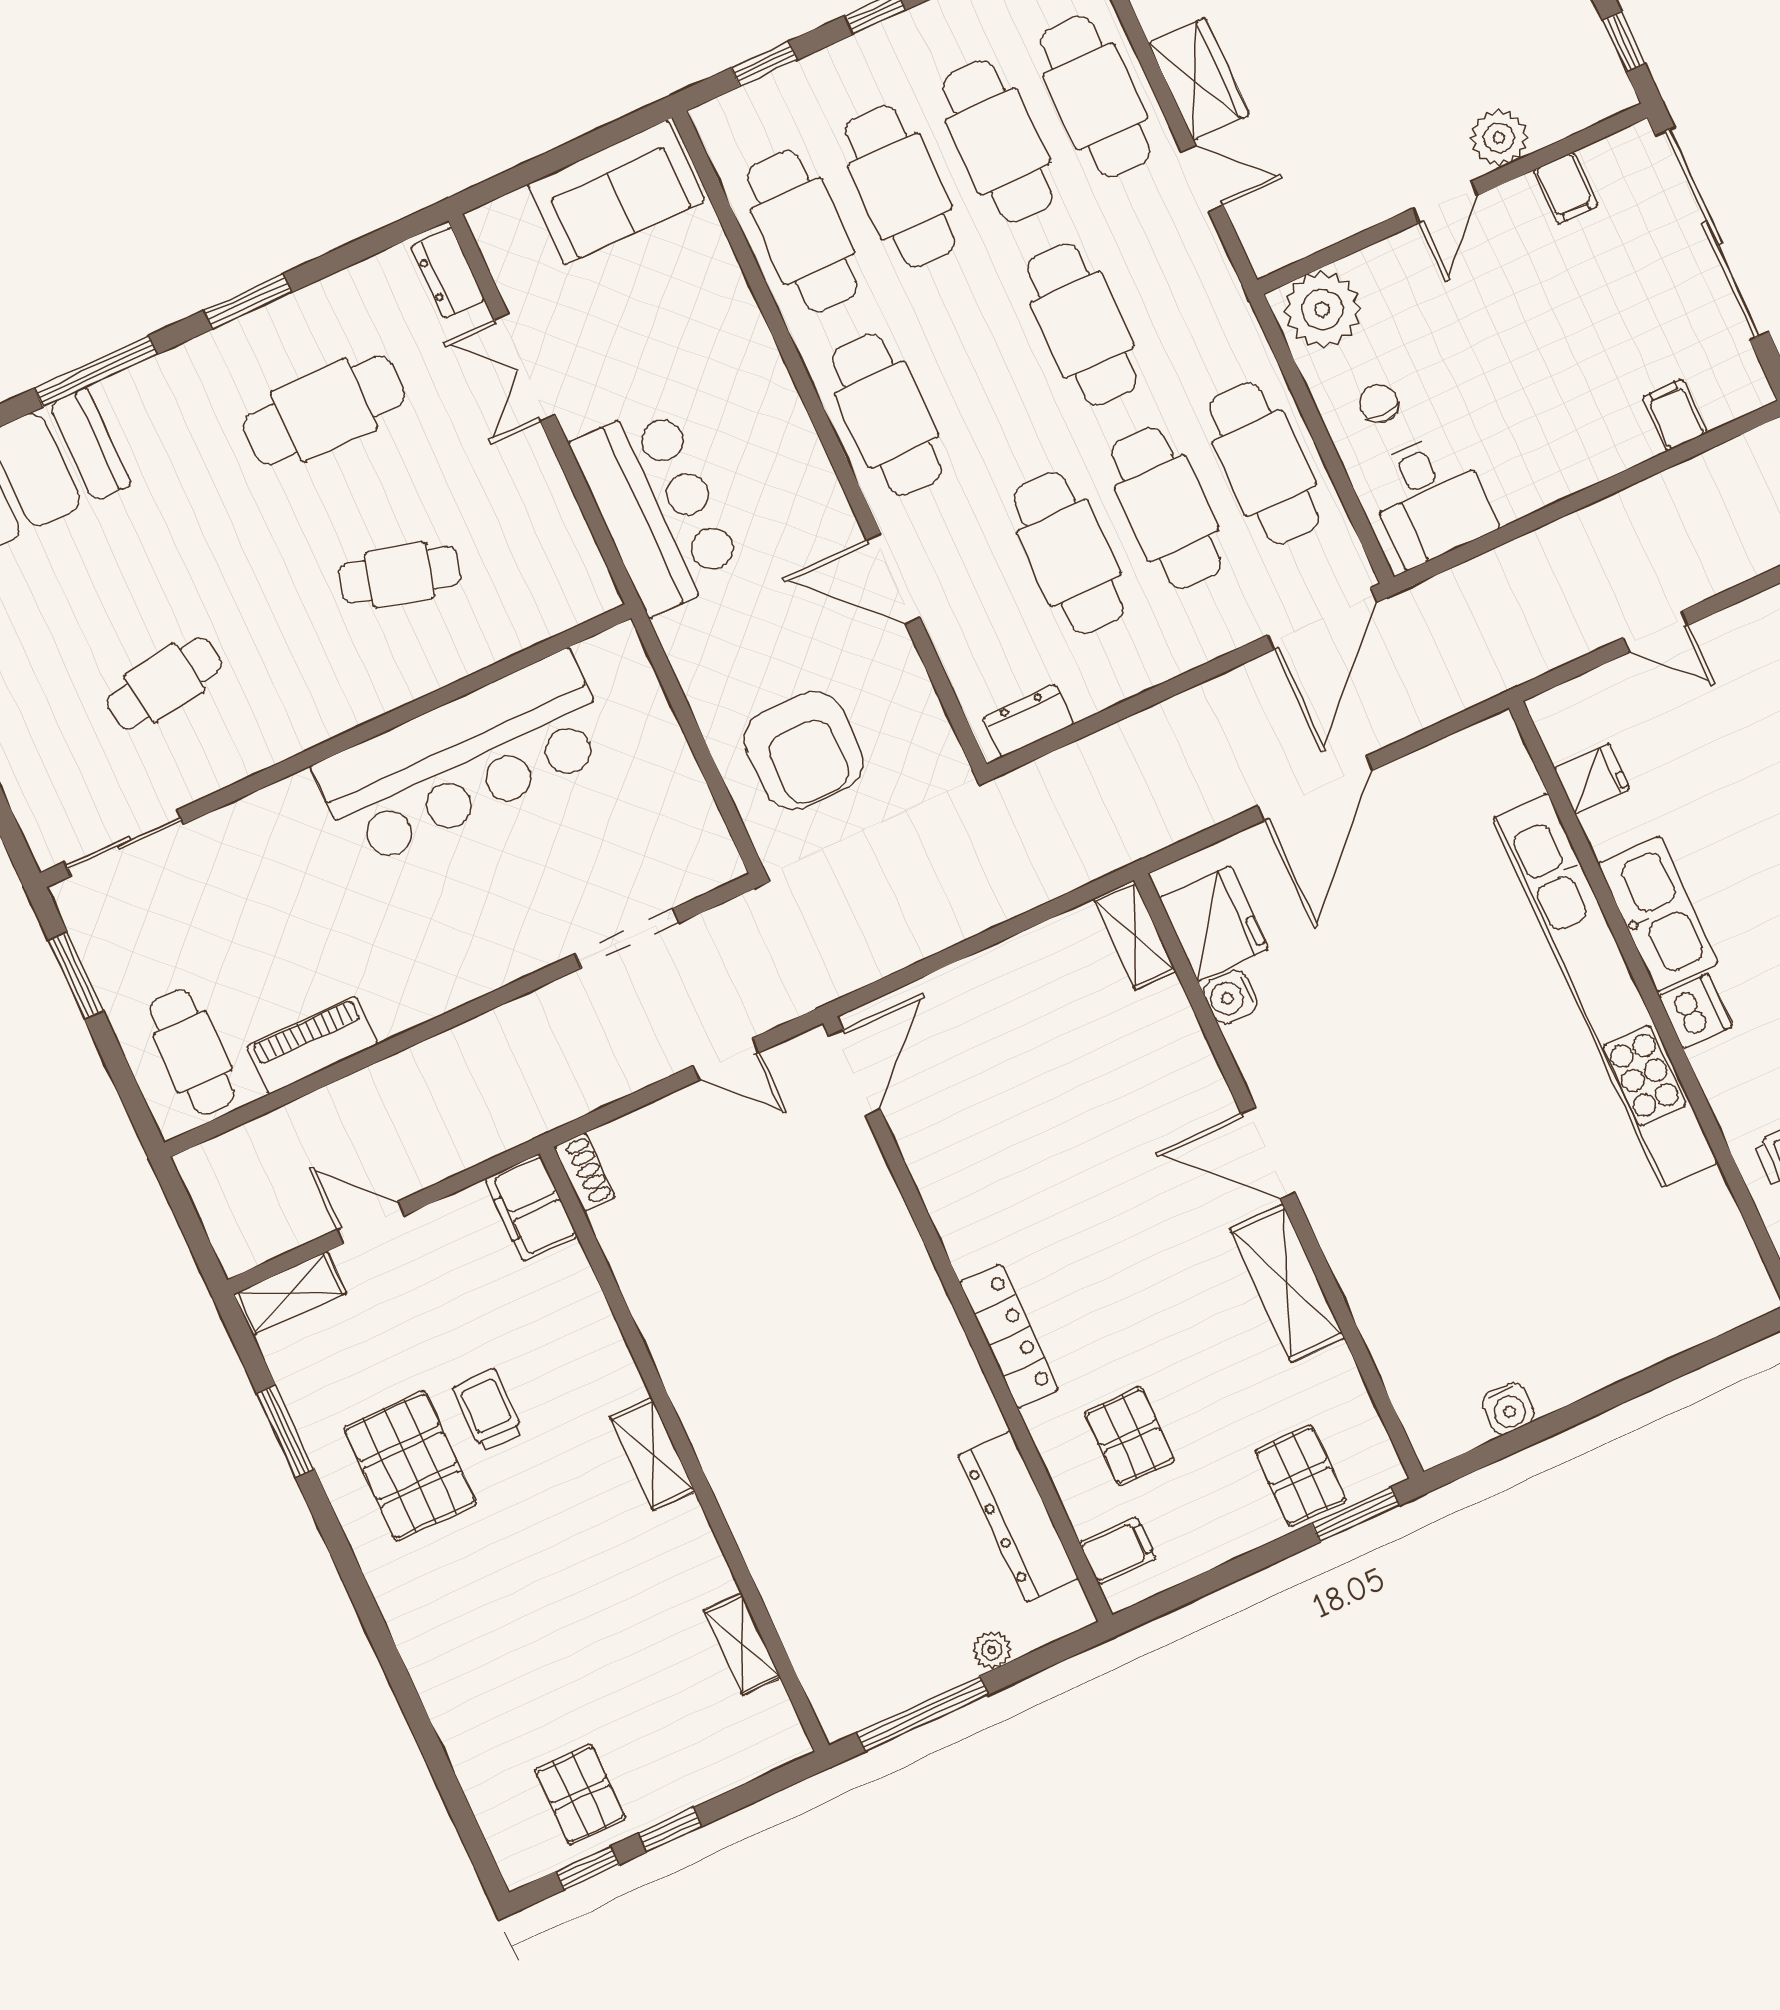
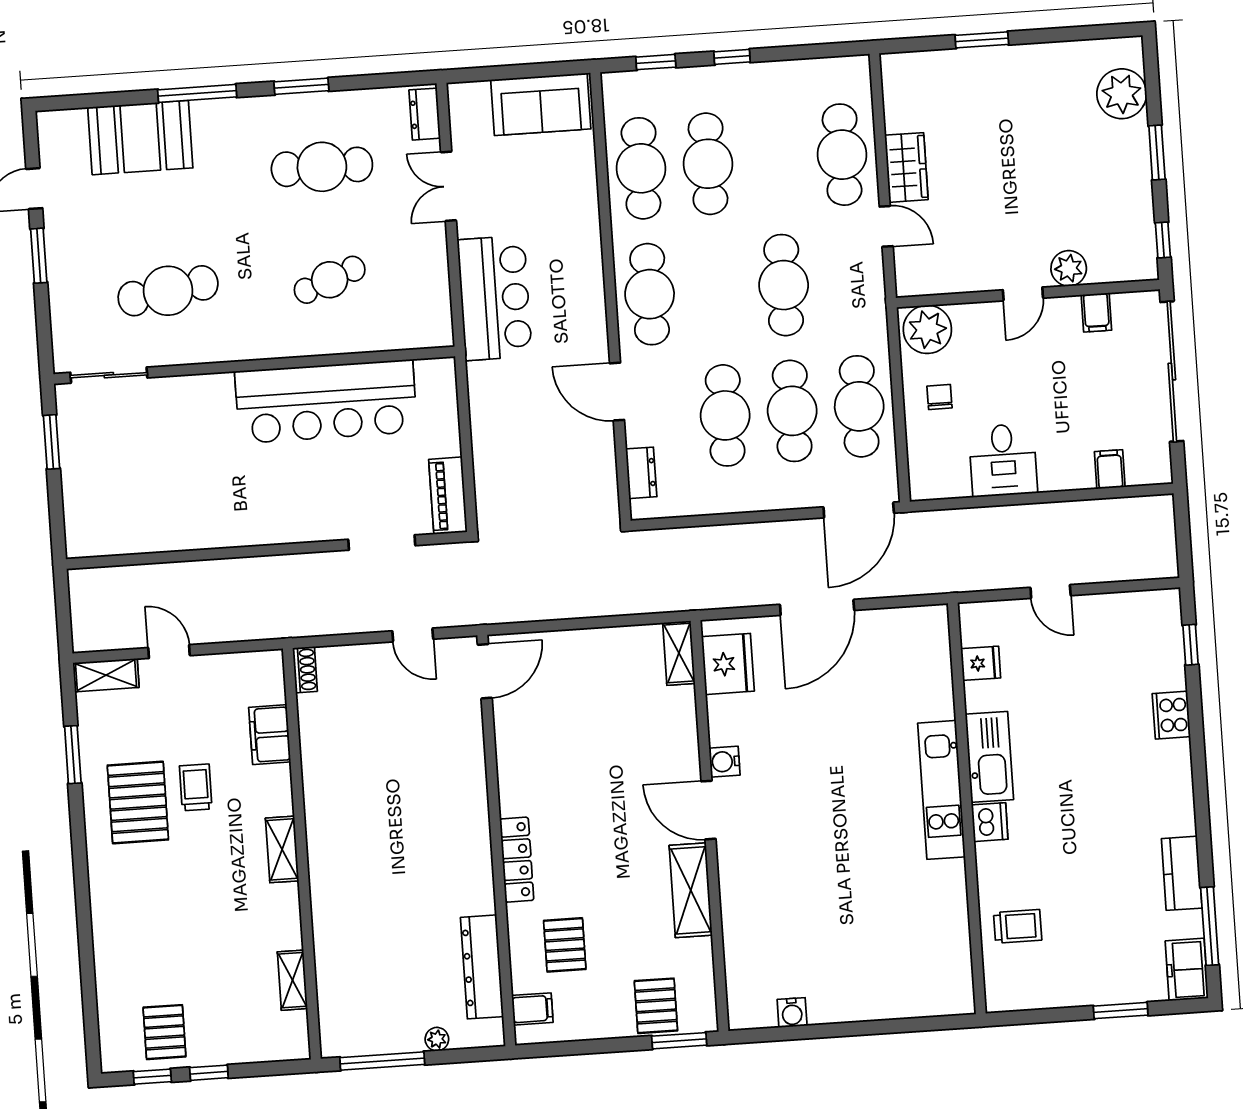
cafe table: (998, 141) -> (775, 159), removed
desk: (1430, 499) -> (1003, 460), moved
cafe table: (400, 575) -> (330, 280), turned -36
cafe table: (164, 683) -> (168, 291), width x1.37, depth x1.35
dresser: (1028, 721) -> (641, 473), moved, turned 90
armchair: (804, 750) -> (527, 472), removed
kitchen unit: (1605, 990) -> (942, 790), width x0.54
water cooler: (1230, 997) -> (725, 762), moved
piano: (312, 1045) -> (448, 496), moved, turned -90
cafe table: (192, 1052) -> (103, 512), removed
filing cabinet: (531, 1208) -> (270, 735), moved

